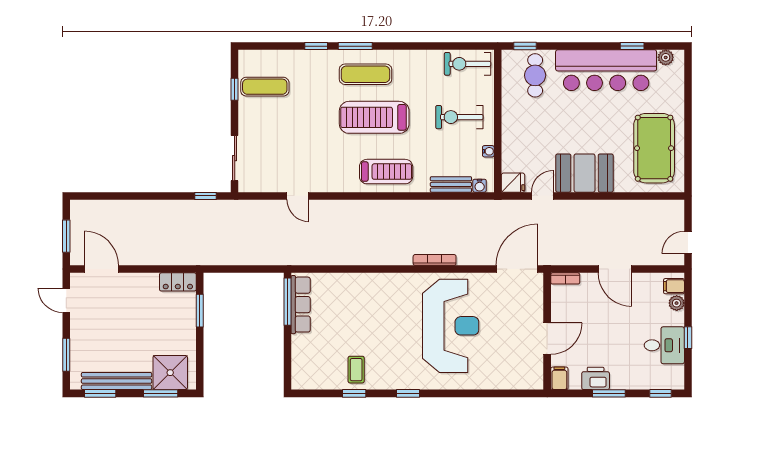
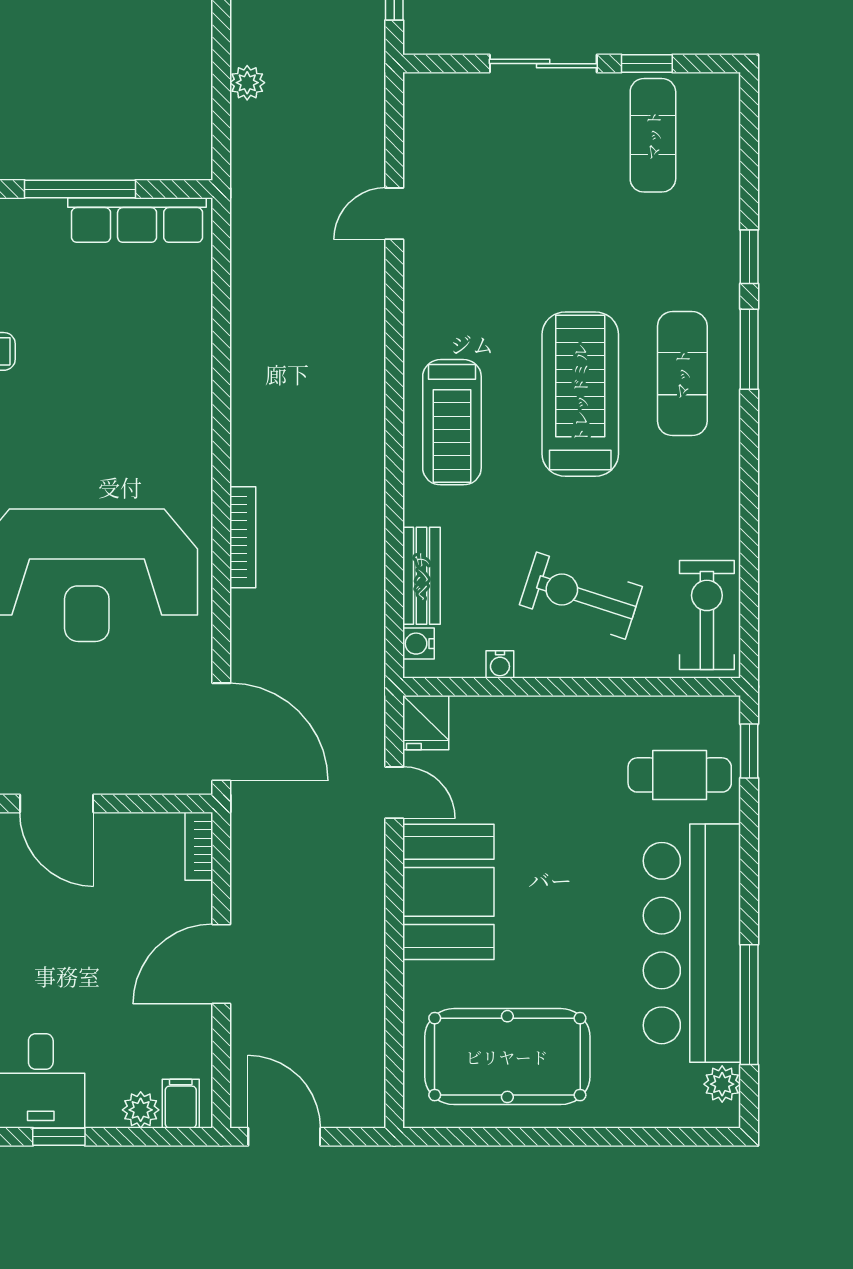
window: (632, 46) -> (749, 1005), width x2.17
exercise bike: (459, 117) -> (581, 596), turned -72
sliding door: (235, 158) -> (543, 64), moved
door: (688, 242) -> (284, 1137), width x1.38
plant: (243, 258) -> (247, 83), added
window: (288, 302) -> (80, 189), moved

